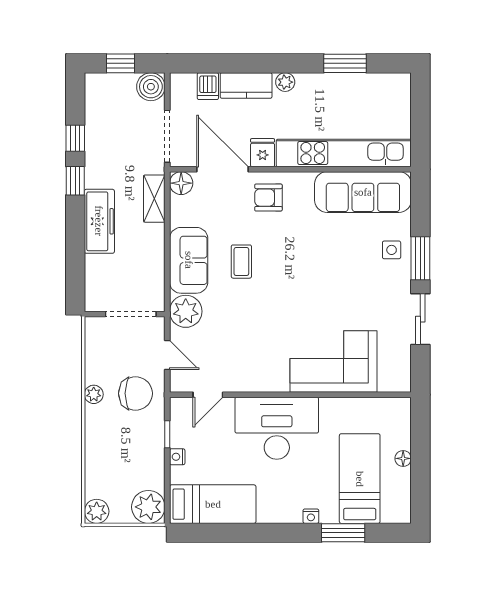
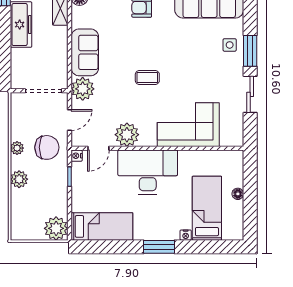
coffee table: (241, 262) -> (147, 77), moved, turned 90
door: (167, 355) -> (70, 120), hinge flipped
plant: (248, 376) -> (127, 135), added
nightstand: (177, 457) -> (77, 156), moved
plant: (97, 511) -> (19, 179), moved
nightstand: (311, 516) -> (186, 235), moved
window: (343, 533) -> (159, 247), moved

